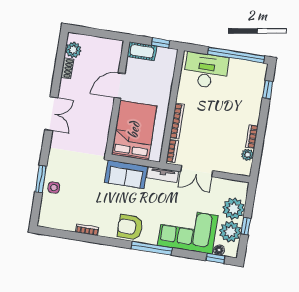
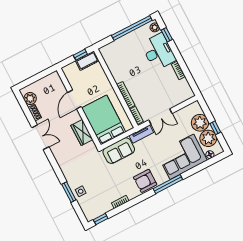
cot: (142, 51) -> (87, 61), moved
desk: (206, 71) -> (158, 52), moved, turned 90
double door: (51, 114) -> (40, 137), moved
wardrobe: (101, 126) -> (82, 133), added
plant: (247, 155) -> (155, 27), moved
window: (215, 258) -> (101, 219), moved

